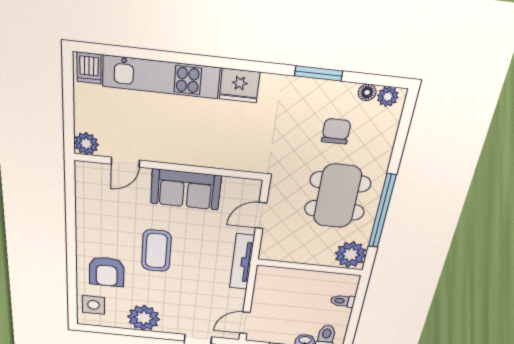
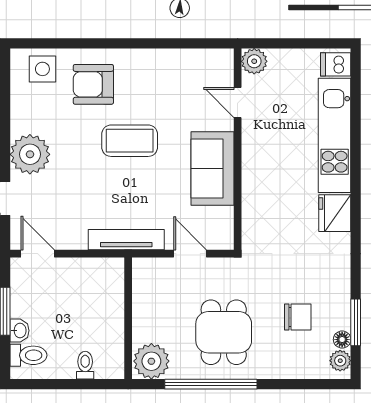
window: (319, 73) -> (356, 322), moved
dining table: (337, 196) -> (224, 332), width x0.73
plant: (144, 318) -> (30, 154), moved

